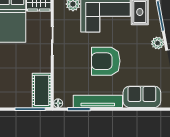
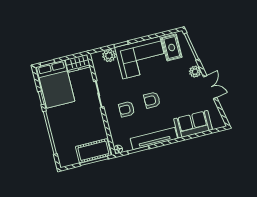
armchair: (106, 61) -> (152, 100), width x0.53, depth x0.53
armchair: (77, 64) -> (127, 109), added
cot: (42, 90) -> (93, 151), moved, turned 90

